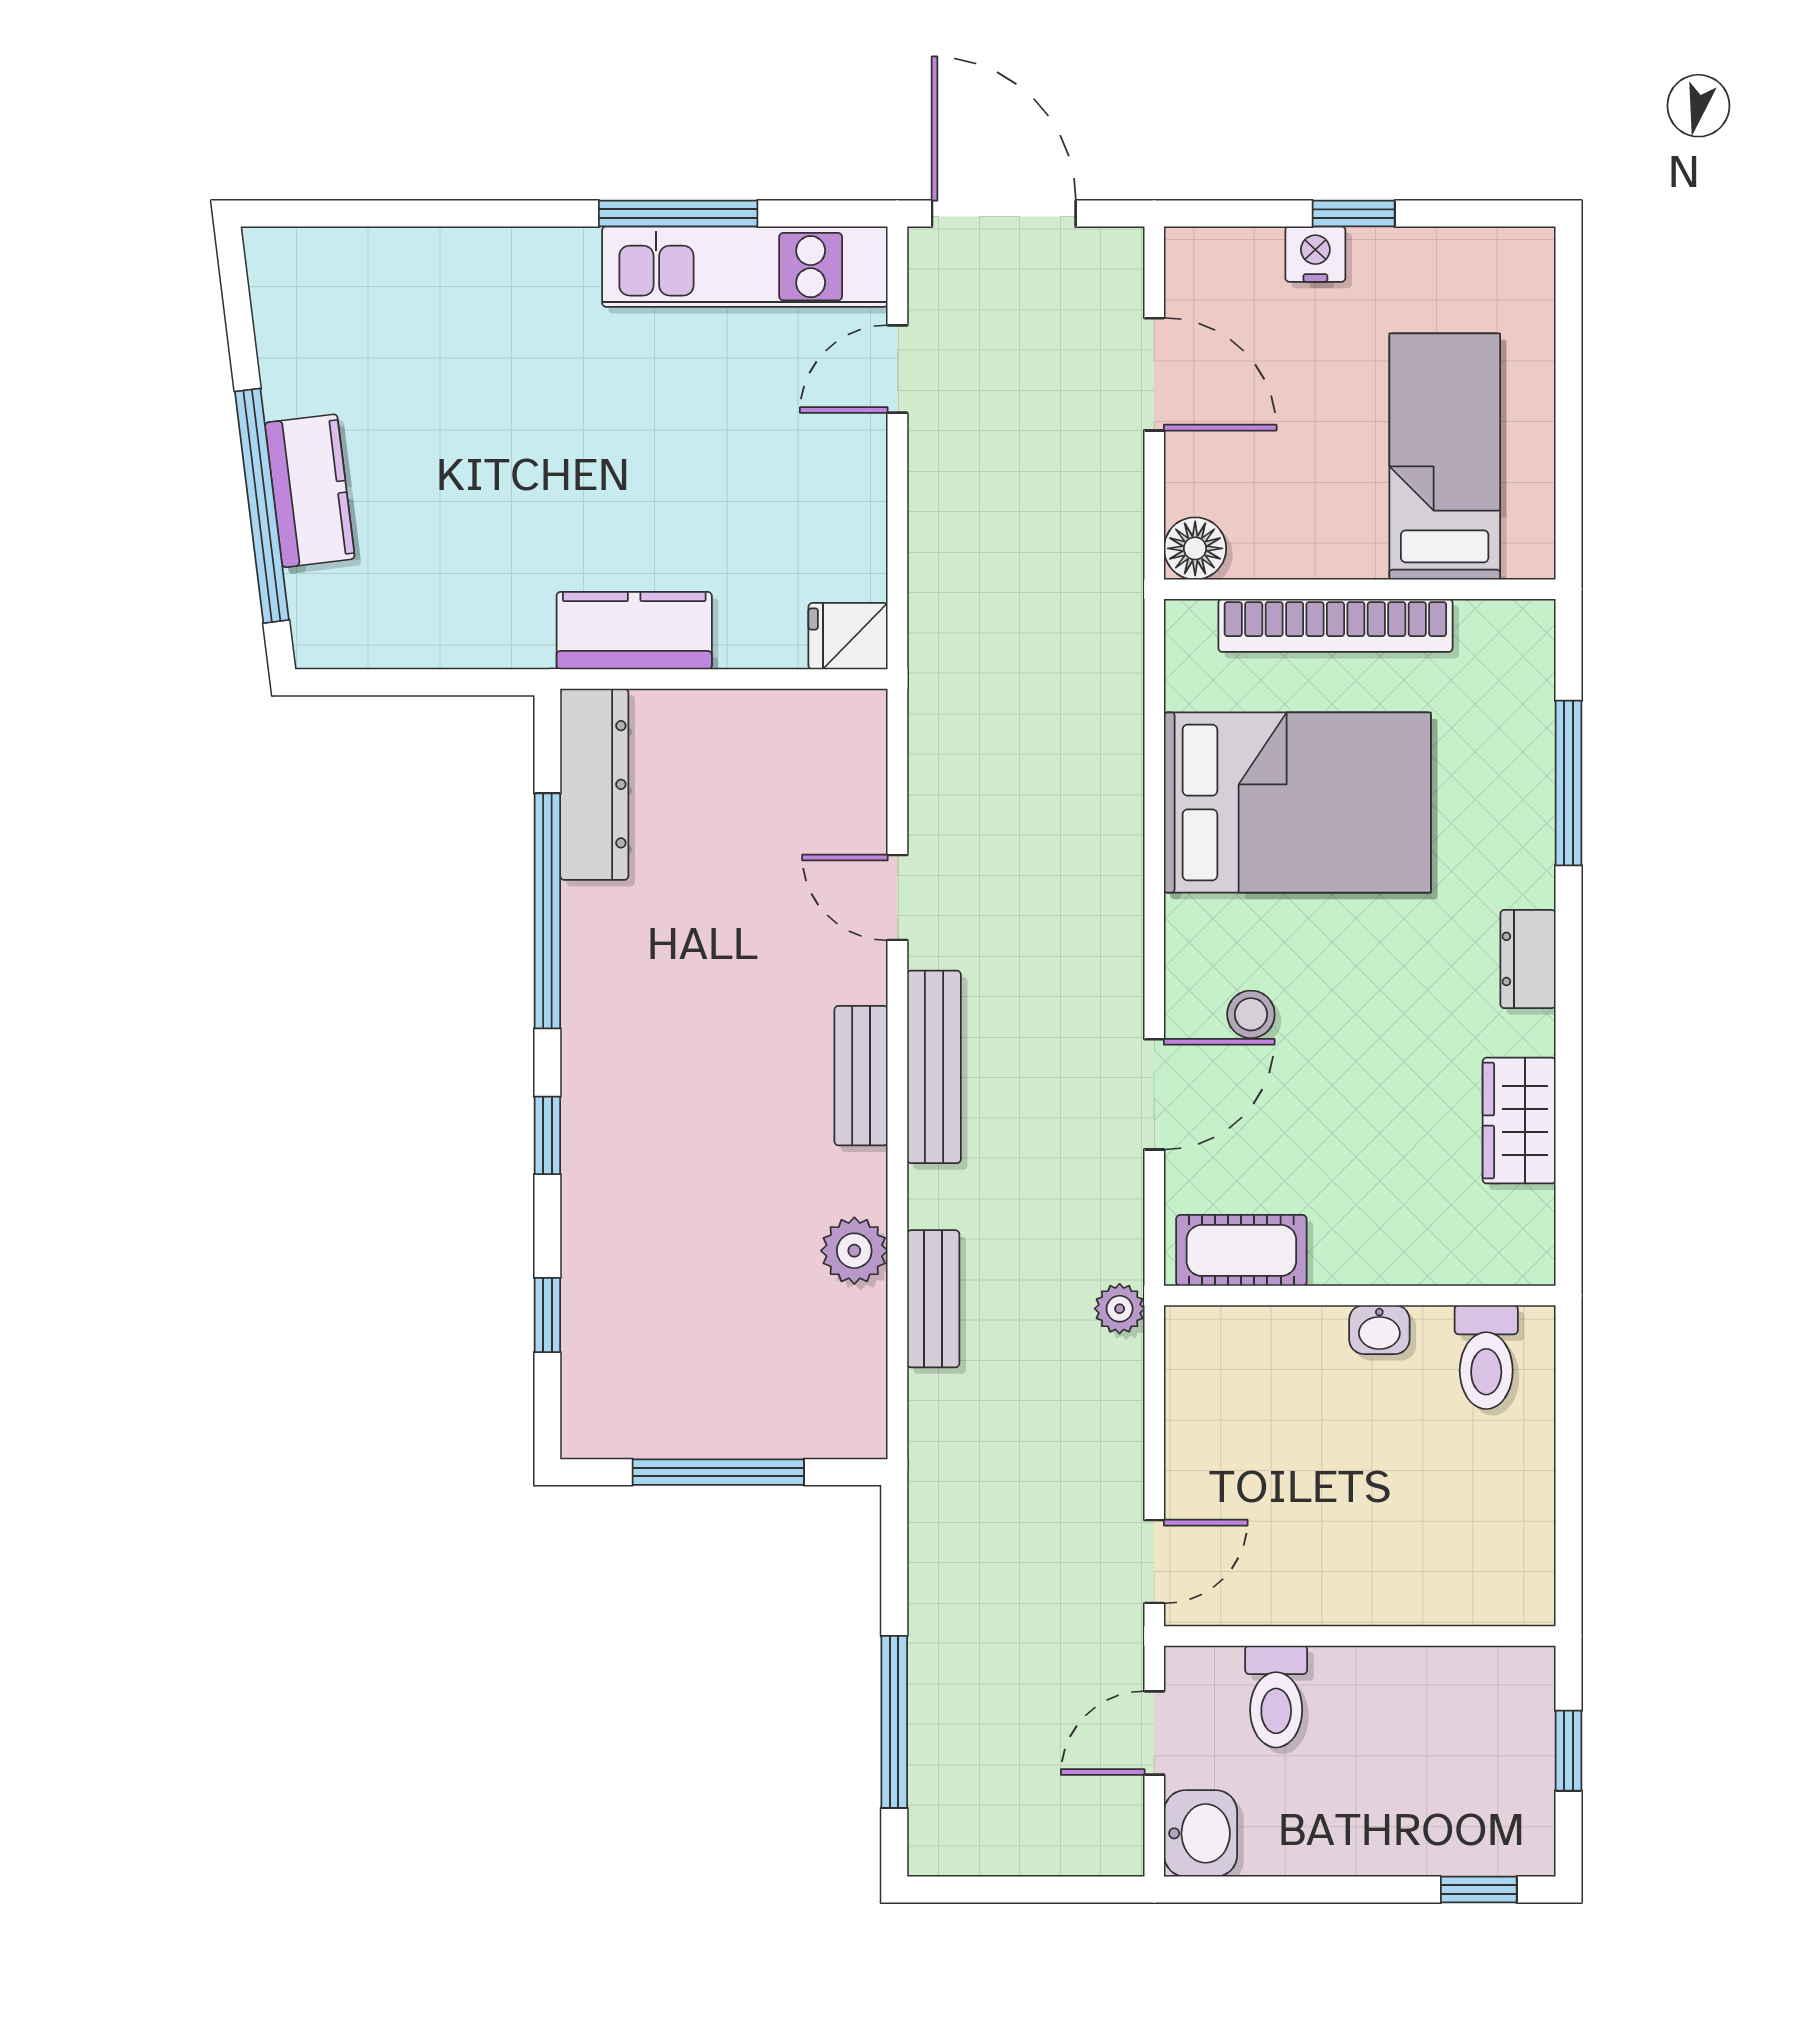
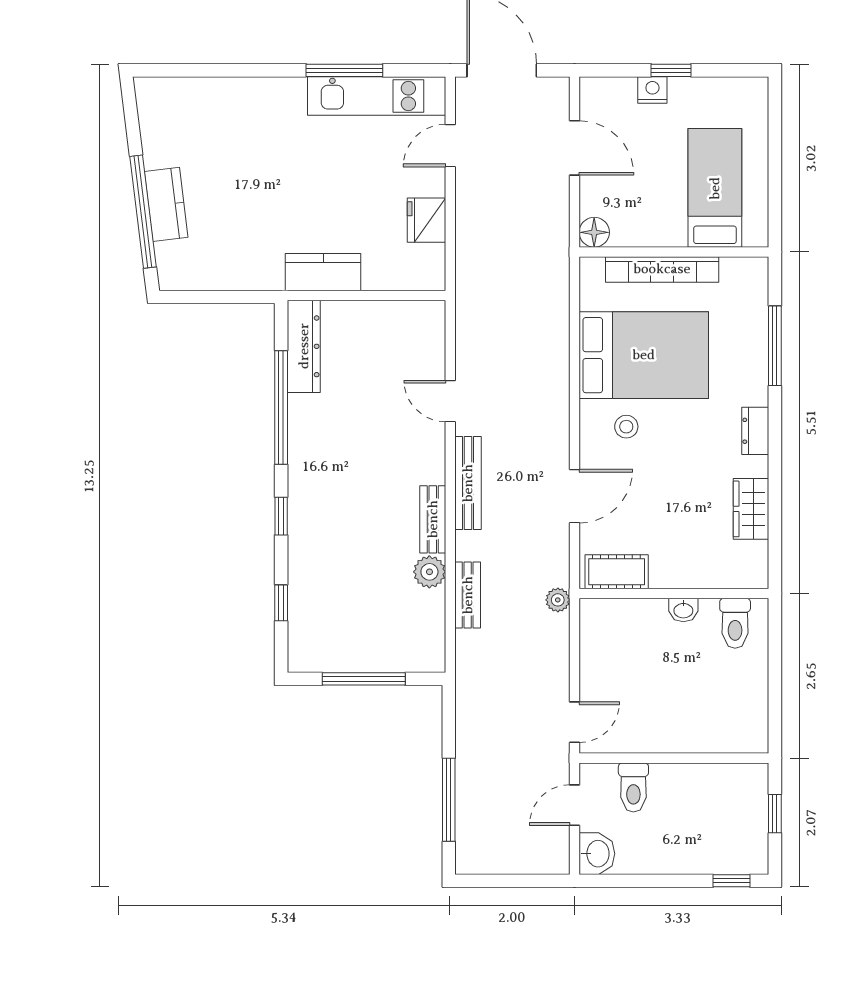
fridge: (848, 636) -> (426, 220), moved, width x1.38
stool: (1251, 1014) -> (626, 427), moved
bench: (861, 1076) -> (433, 519), moved

